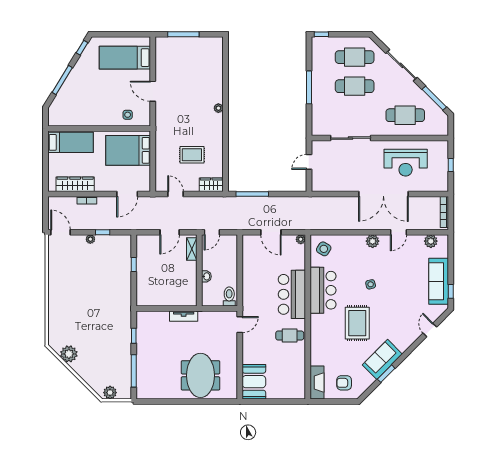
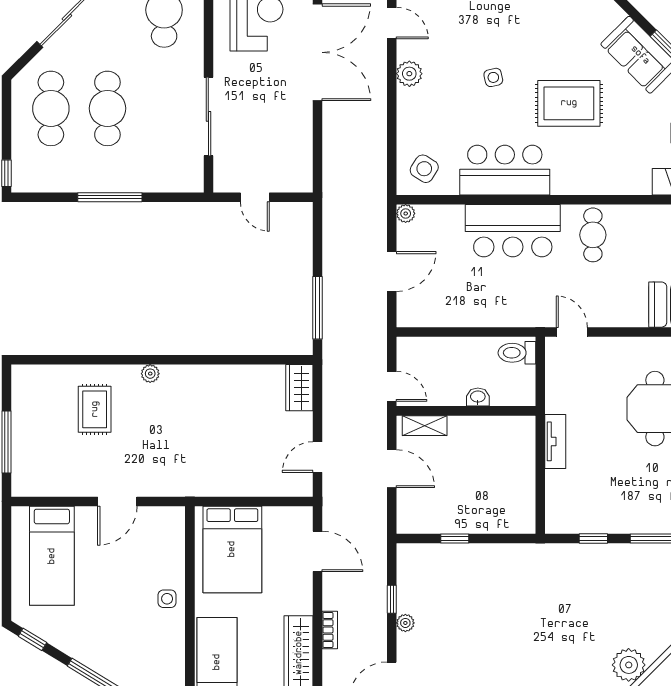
side table: (128, 115) -> (167, 599), moved
rug: (192, 155) -> (95, 409), moved

